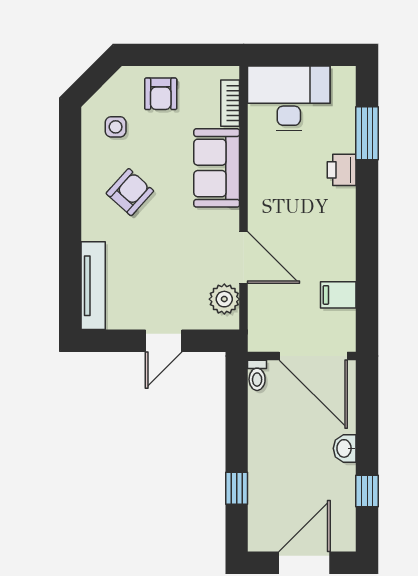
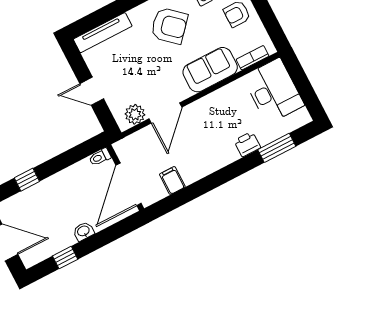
armchair: (130, 192) -> (169, 26), width x1.38, depth x1.38

